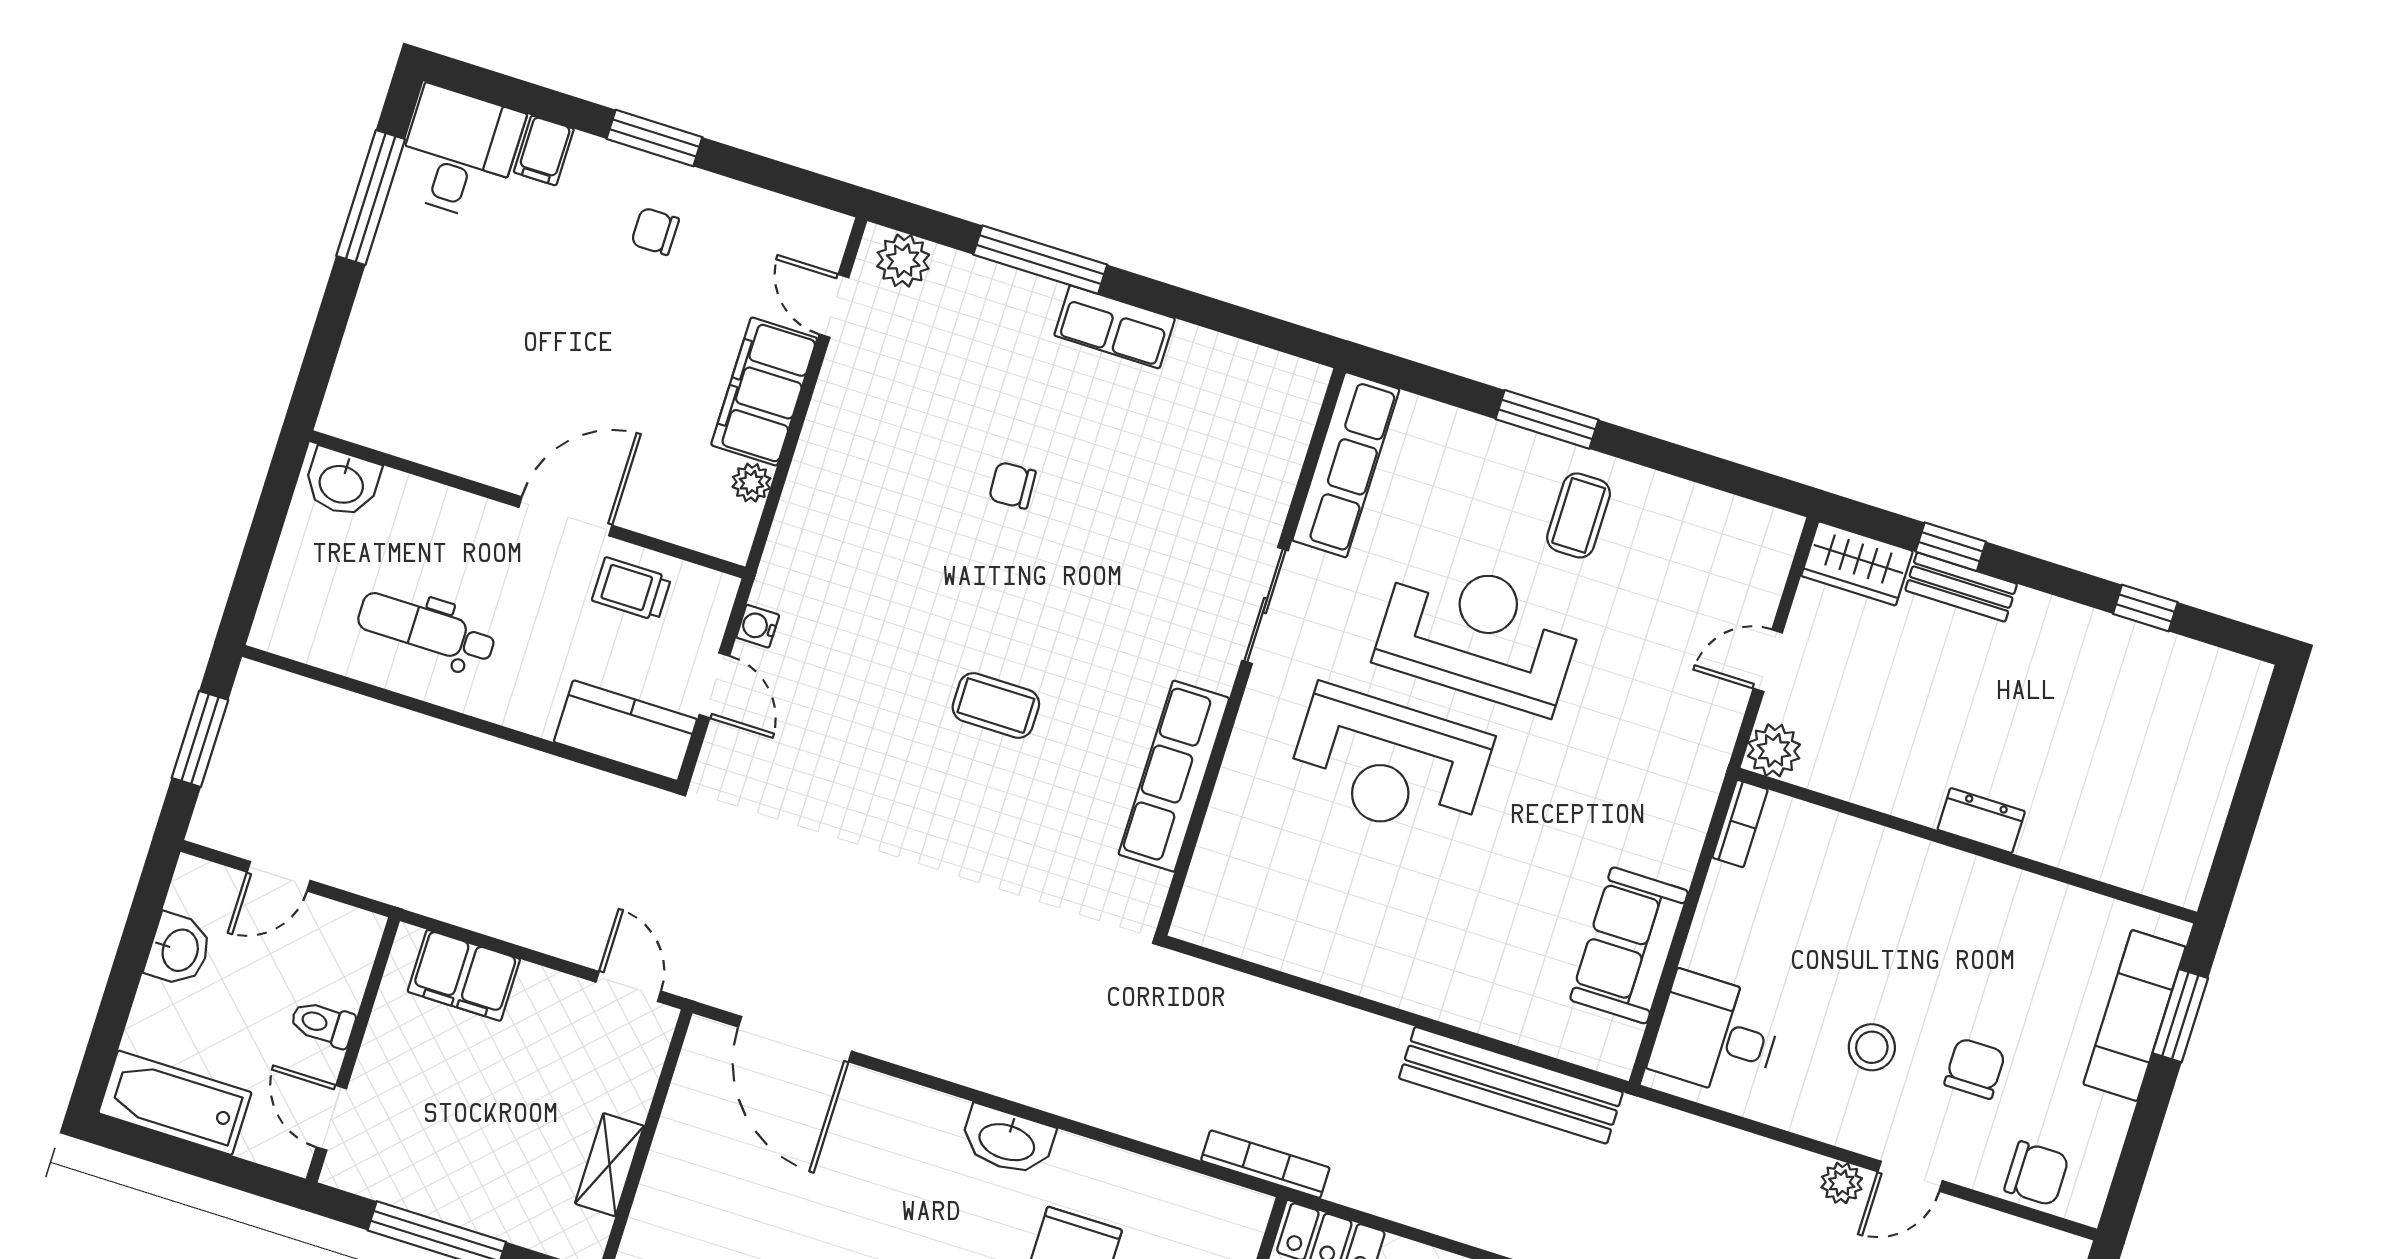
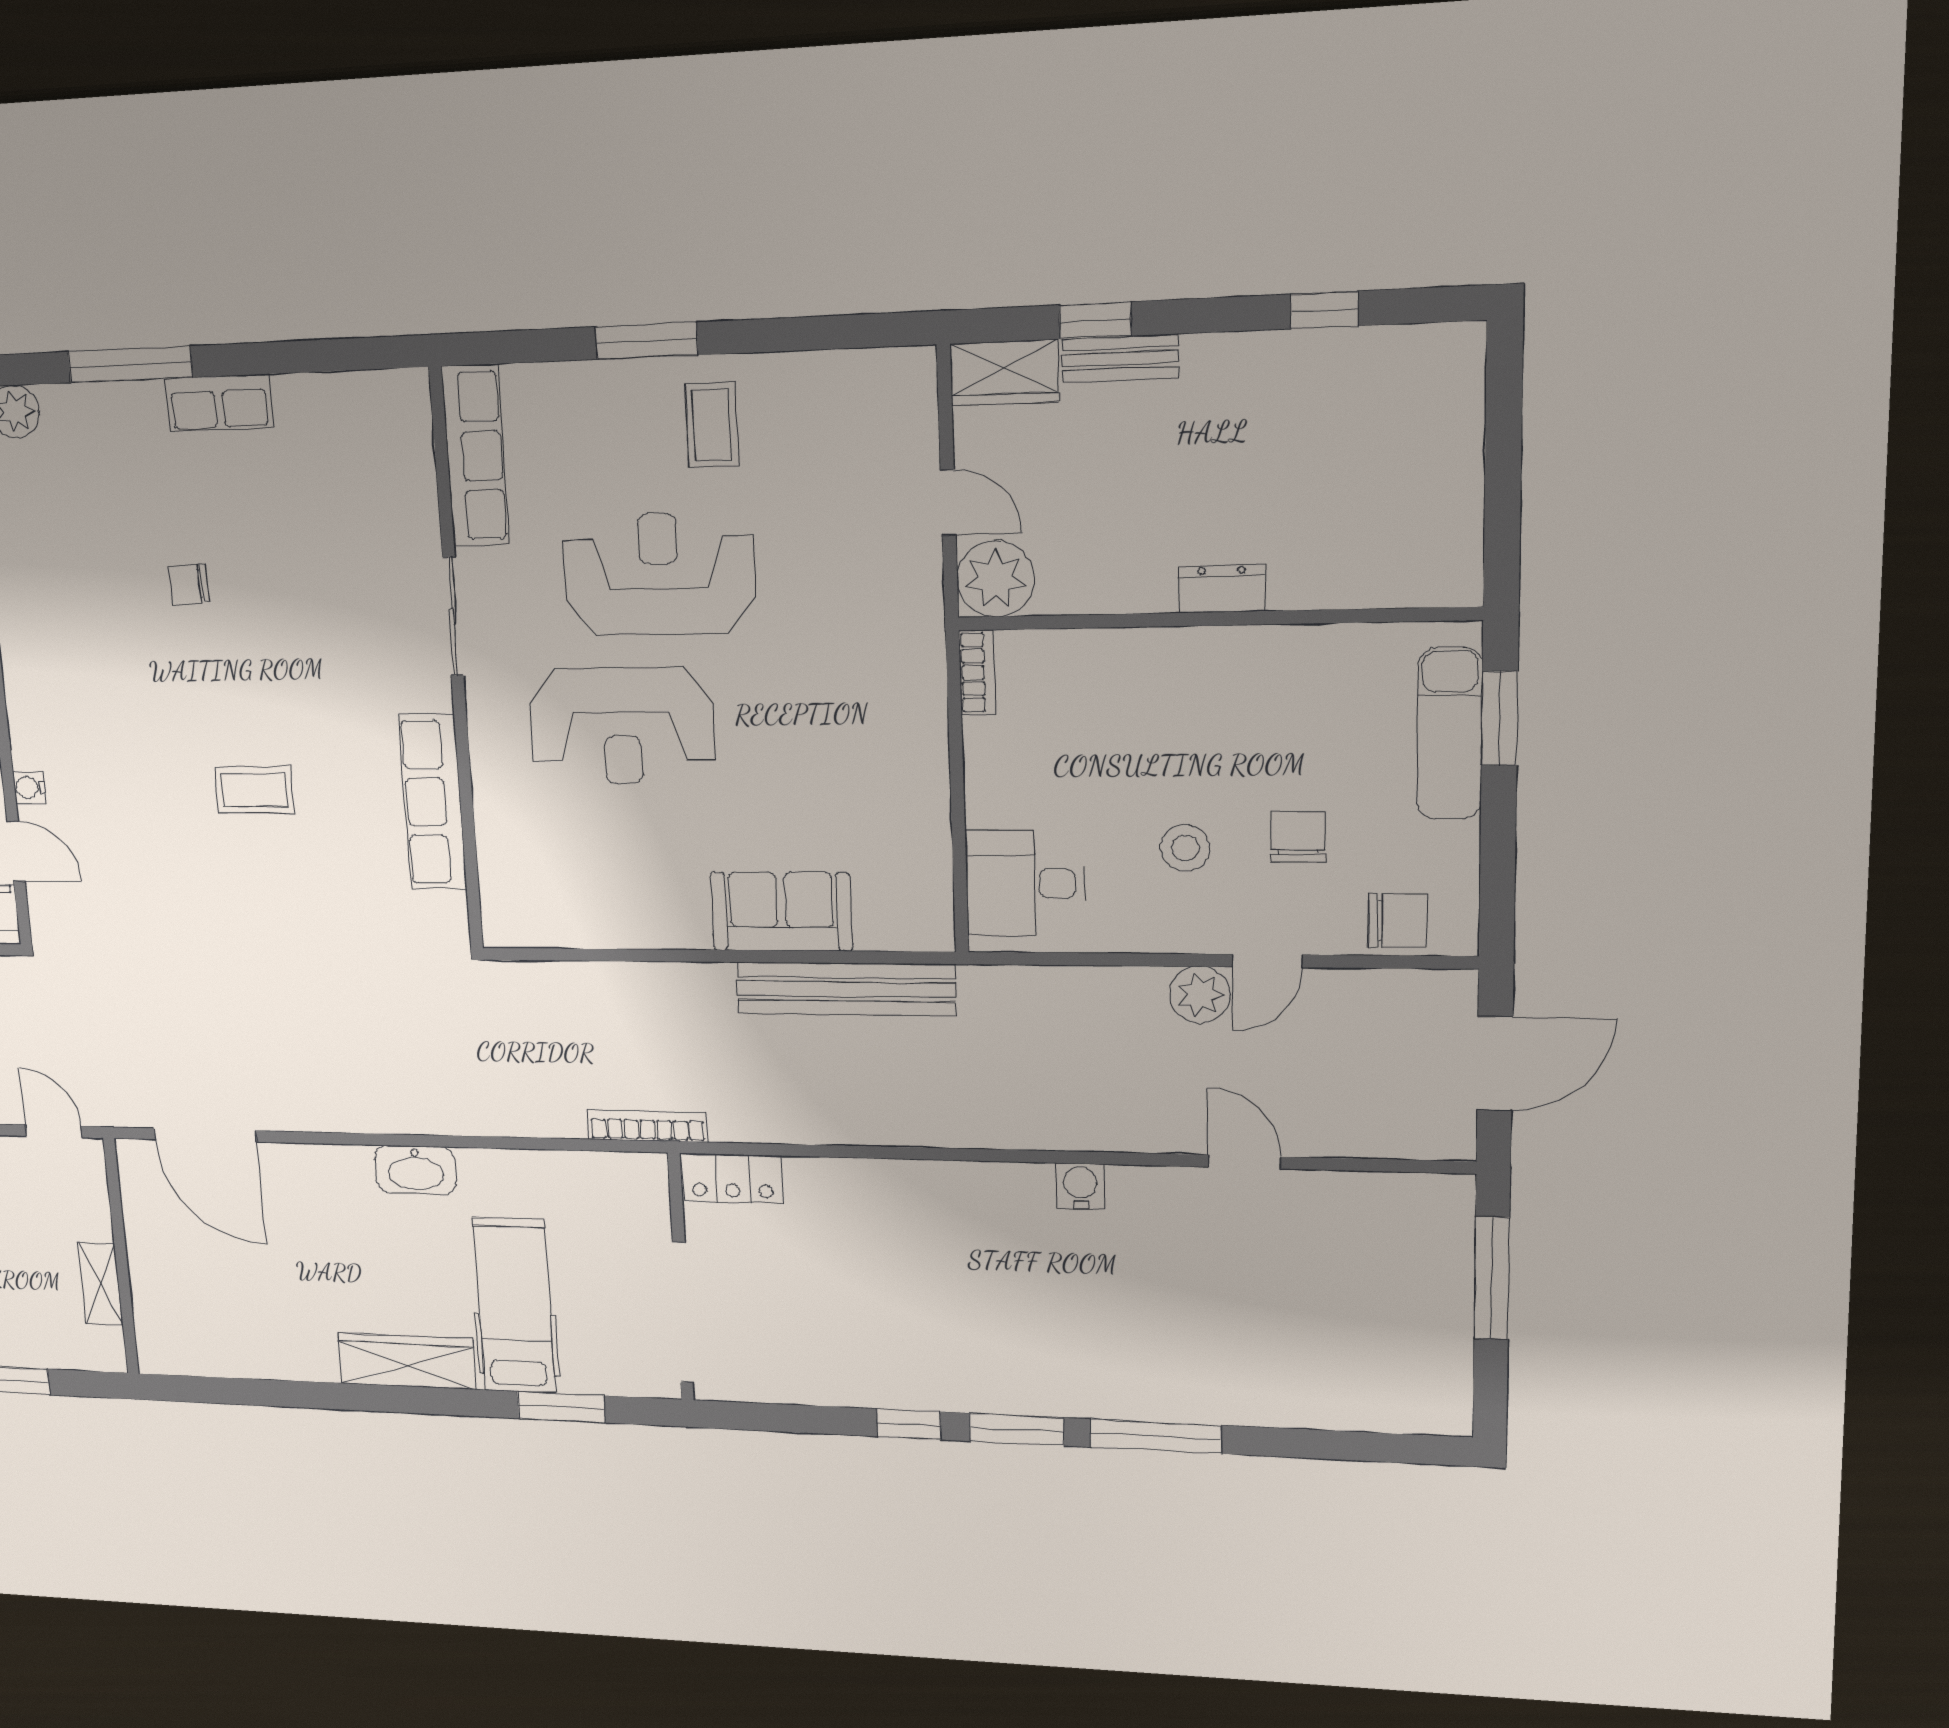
door: (1768, 661) -> (948, 502), swing flipped
plant: (1774, 750) -> (996, 579), width x1.36, depth x1.36
sofa: (1629, 945) -> (781, 912), moved, turned 90
plant: (1842, 1183) -> (1200, 995), width x1.38, depth x1.38

